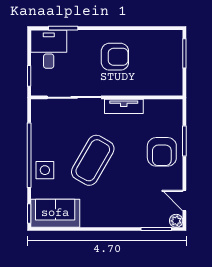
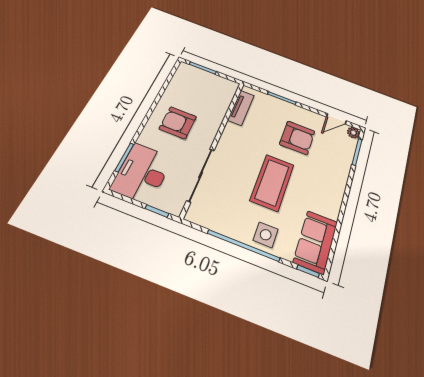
desk: (49, 49) -> (142, 173), width x1.37
armchair: (115, 57) -> (178, 123), turned -90
tv unit: (124, 106) -> (241, 108), moved
armchair: (162, 152) -> (297, 138), moved
coffee table: (93, 160) -> (272, 182), turned 60

